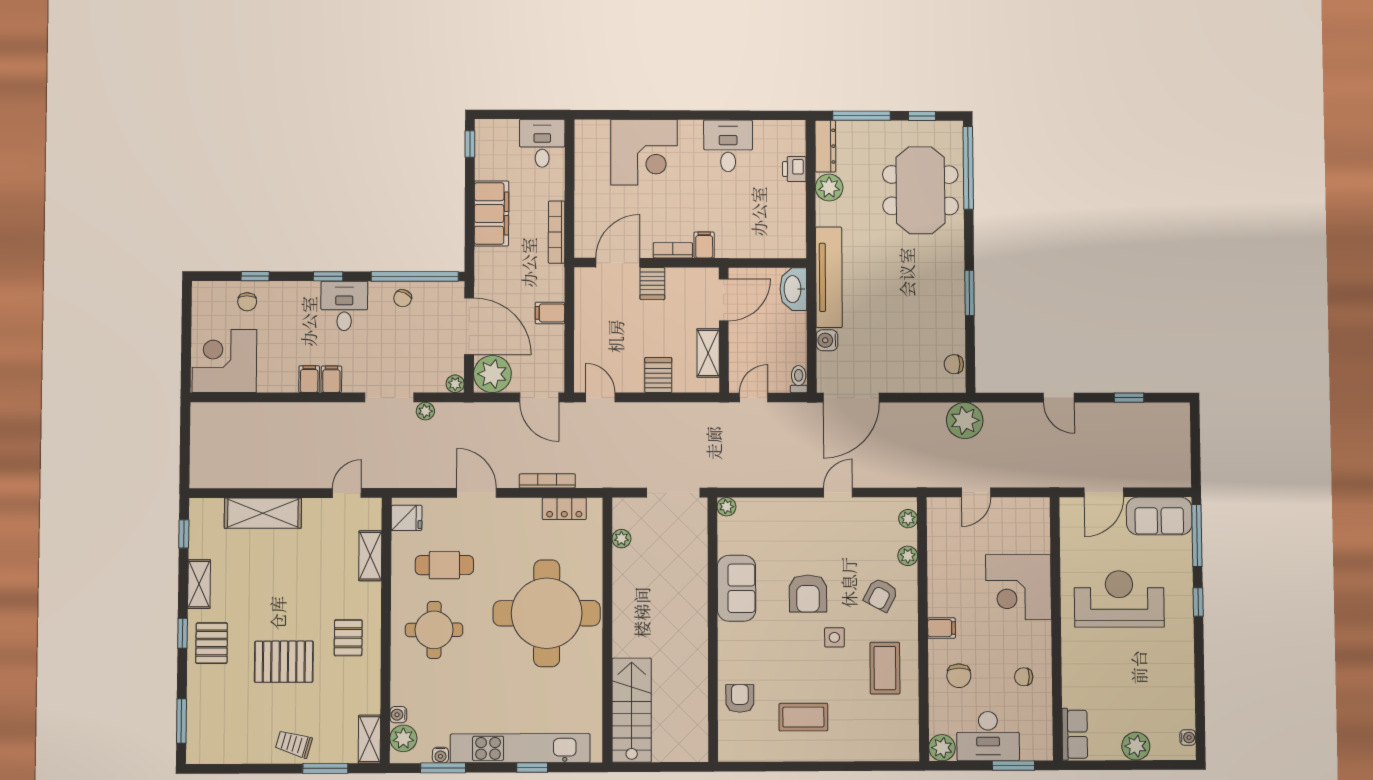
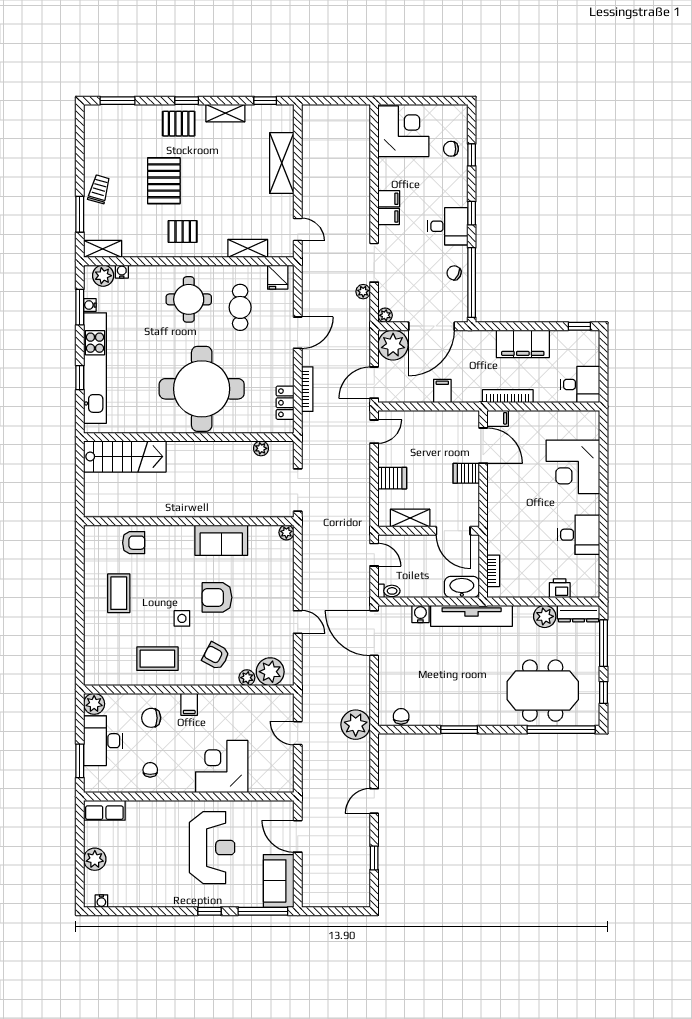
filing cabinet: (704, 245) -> (498, 418), moved
bookcase: (673, 250) -> (493, 571), moved
plant: (908, 519) -> (270, 672), width x1.88, depth x1.88

